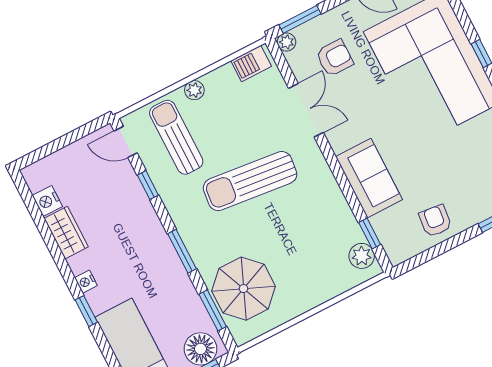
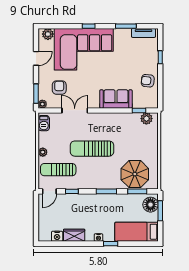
sun lounger: (250, 181) -> (92, 149), turned 84

